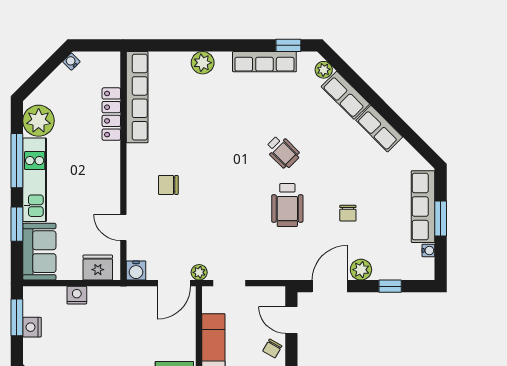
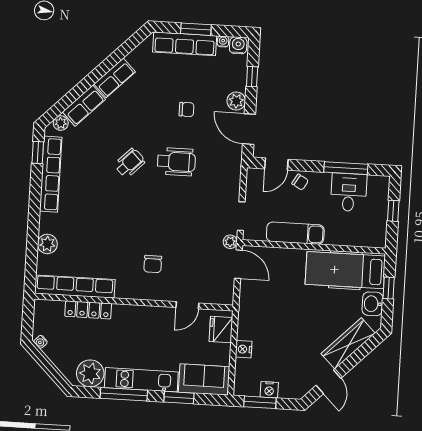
row of seats: (264, 62) -> (51, 174), width x1.36
plant: (203, 63) -> (47, 244), moved
water cooler: (136, 270) -> (238, 45), moved, turned -90

